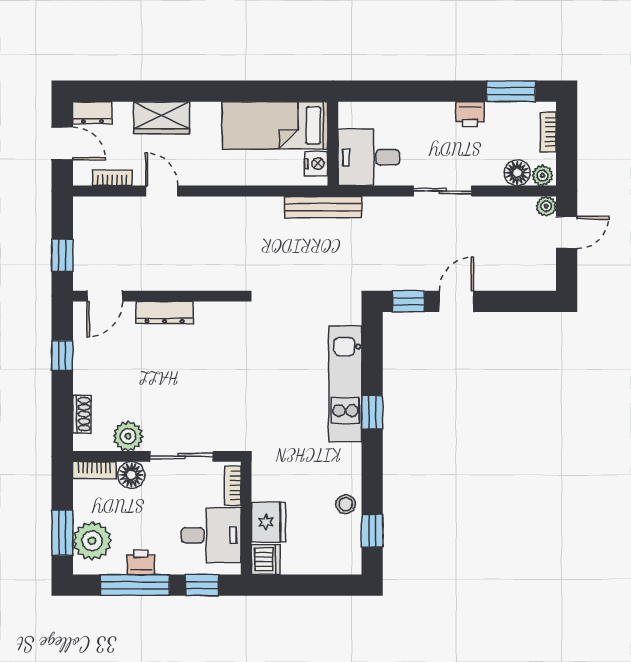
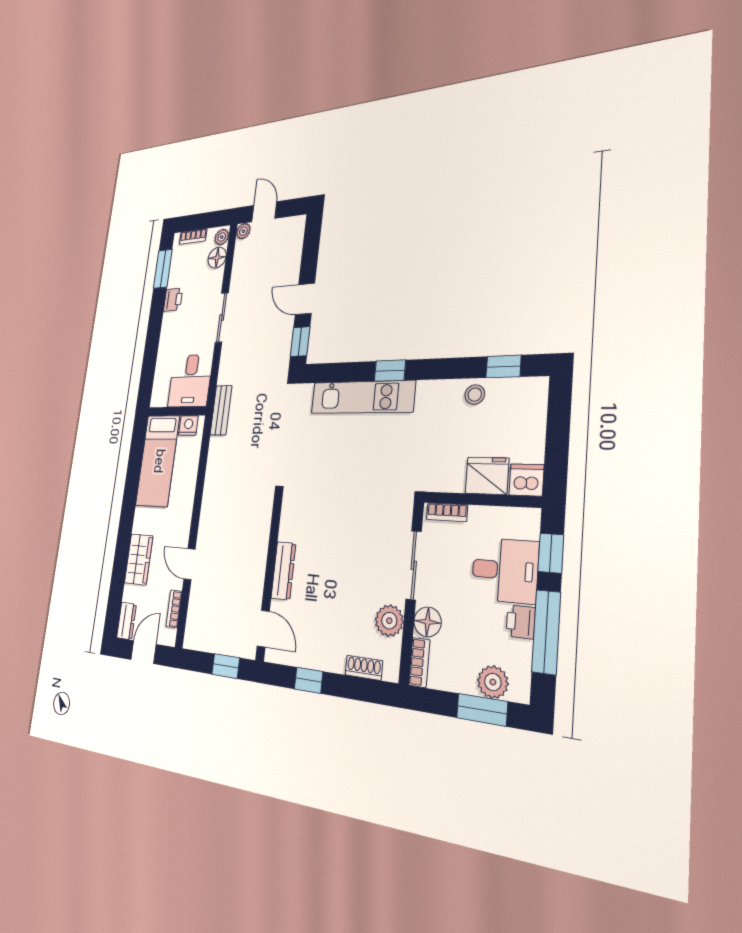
door: (162, 191) -> (190, 564), hinge flipped
bench: (323, 207) -> (221, 410), width x0.73
desk: (211, 535) -> (505, 570), moved, turned 90
plant: (92, 541) -> (493, 682), width x0.73, depth x0.73

